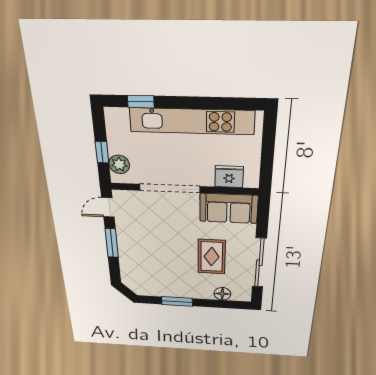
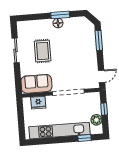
plant: (119, 164) -> (96, 120), moved
window: (112, 243) -> (99, 40), moved
sliding door: (259, 263) -> (16, 50), width x0.73
floor lamp: (222, 294) -> (58, 23), moved

